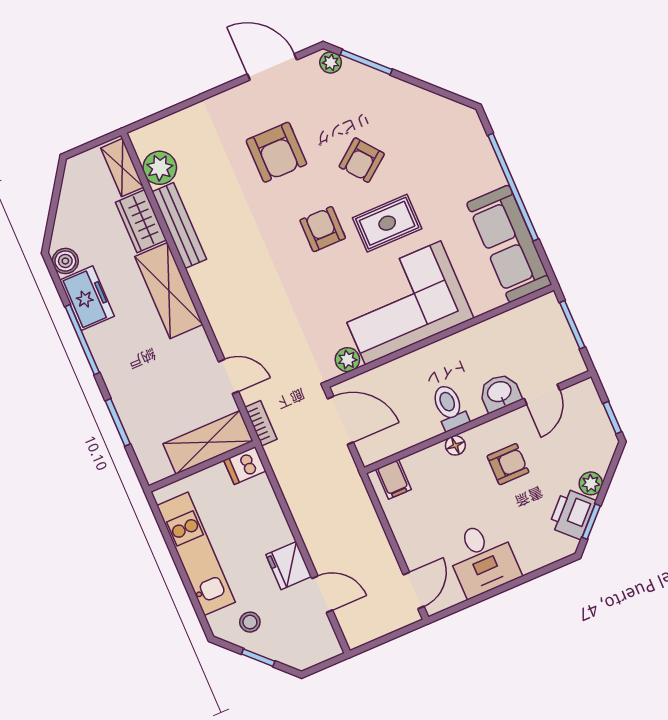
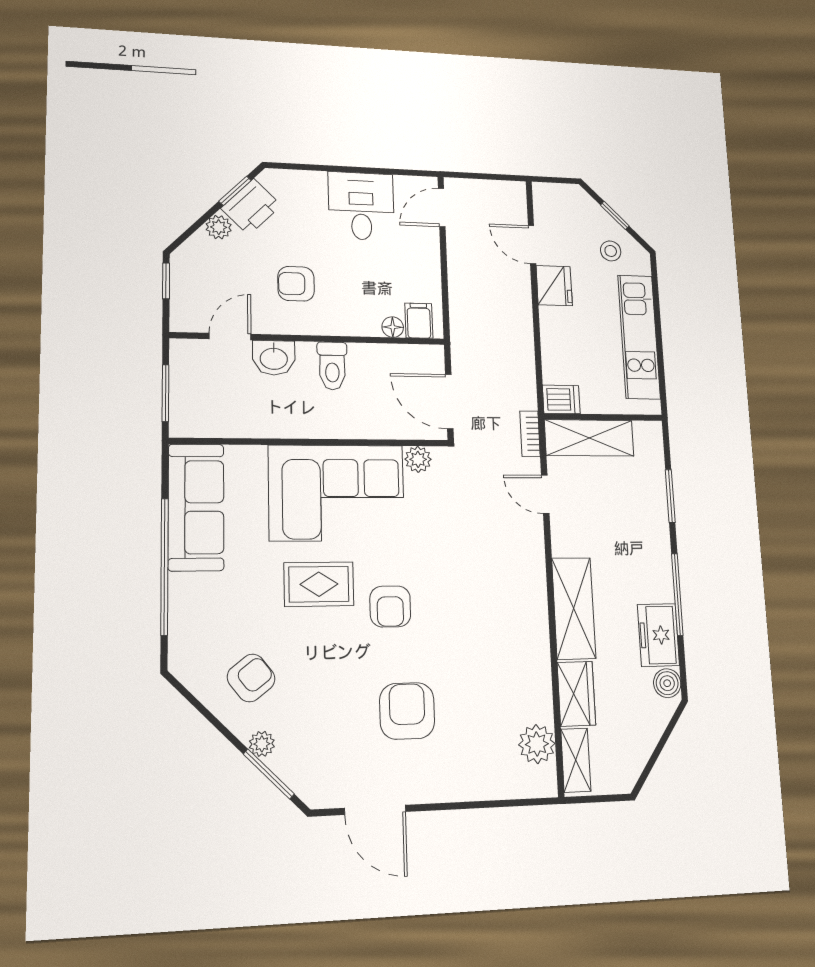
plant: (331, 62) -> (262, 744), moved
armchair: (362, 160) -> (251, 678), moved
bench: (179, 226) -> (539, 673), removed
floor lamp: (455, 445) -> (393, 327), moved

